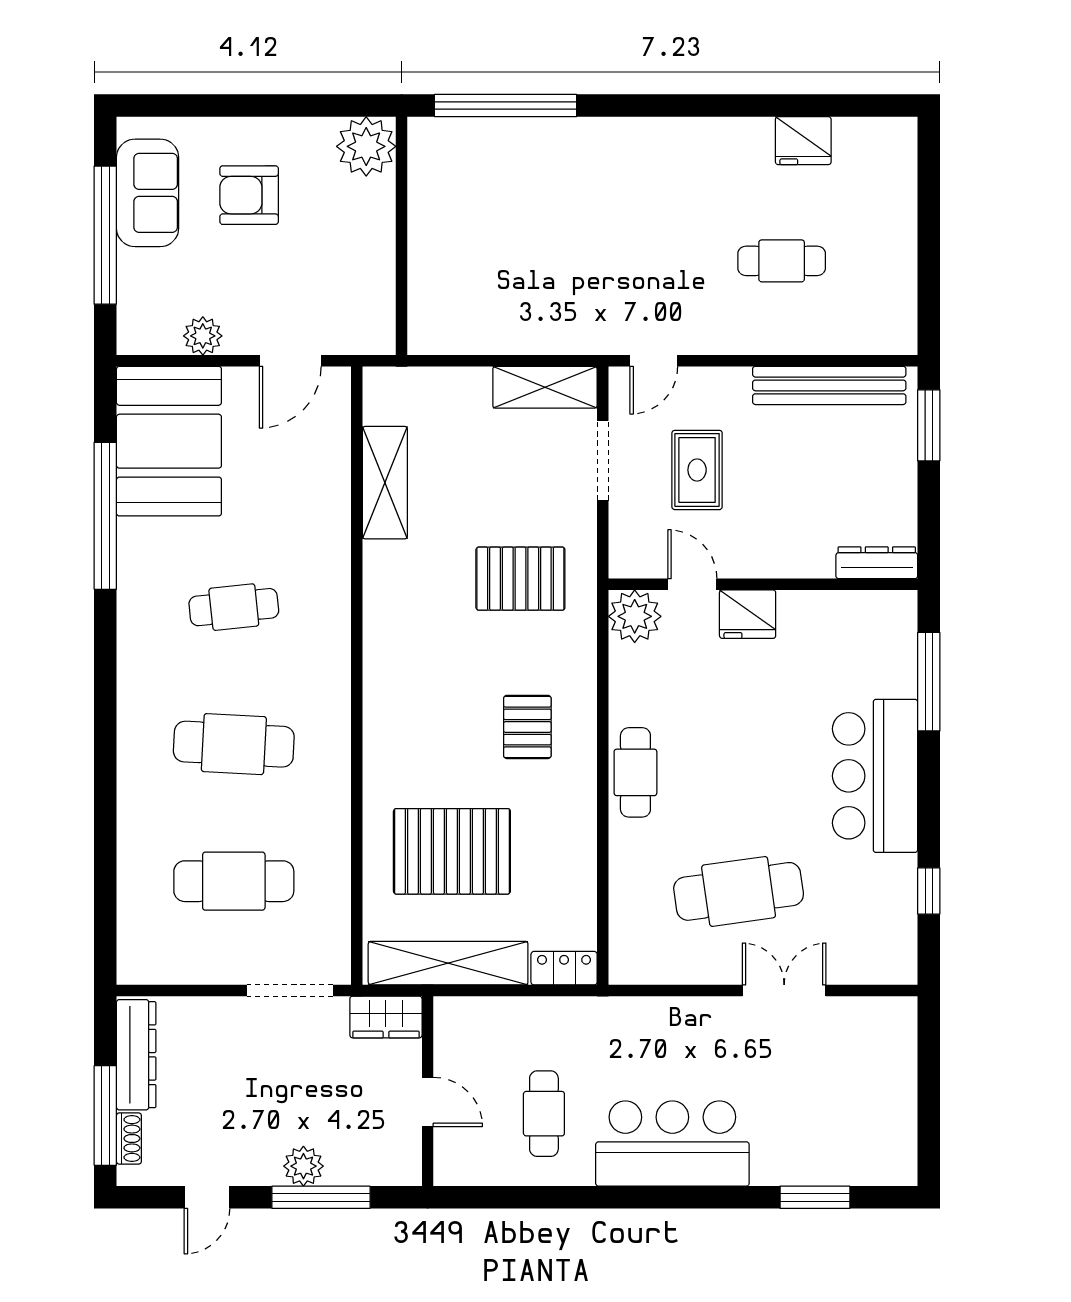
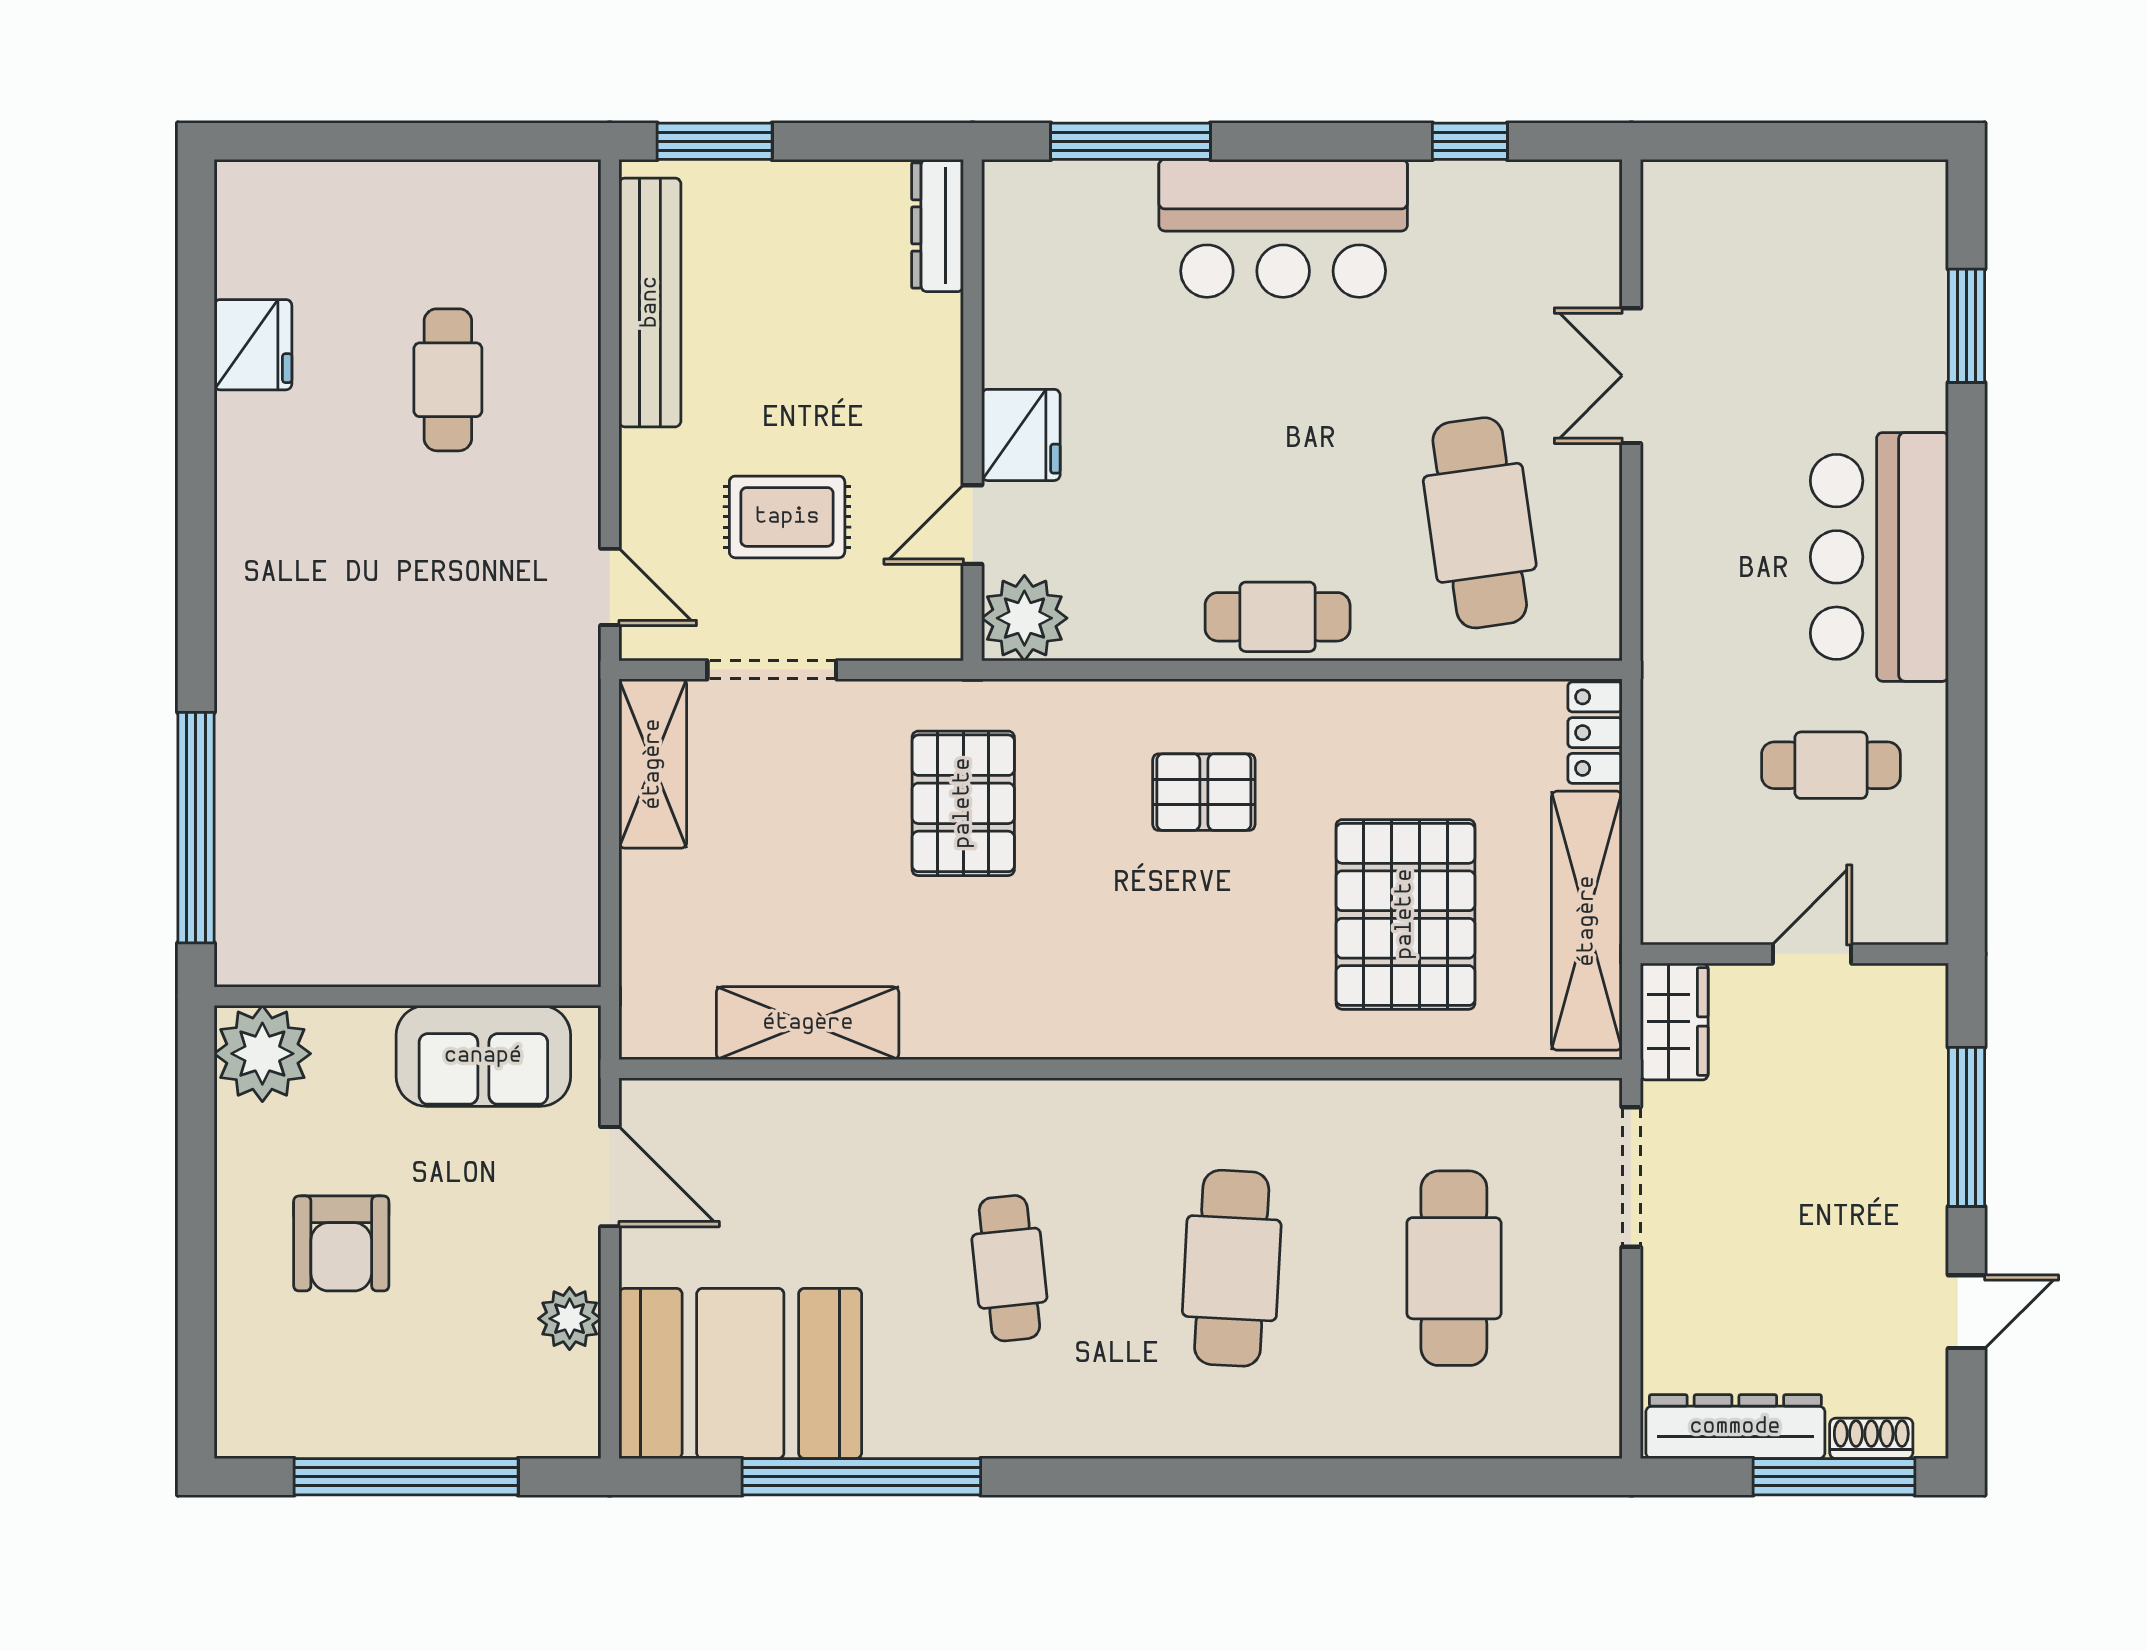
sofa: (148, 193) -> (483, 1056), moved, turned 180
cafe table: (739, 891) -> (1480, 523), moved
plant: (303, 1166) -> (1916, 1155), removed
door: (207, 1197) -> (1967, 1312), hinge flipped

